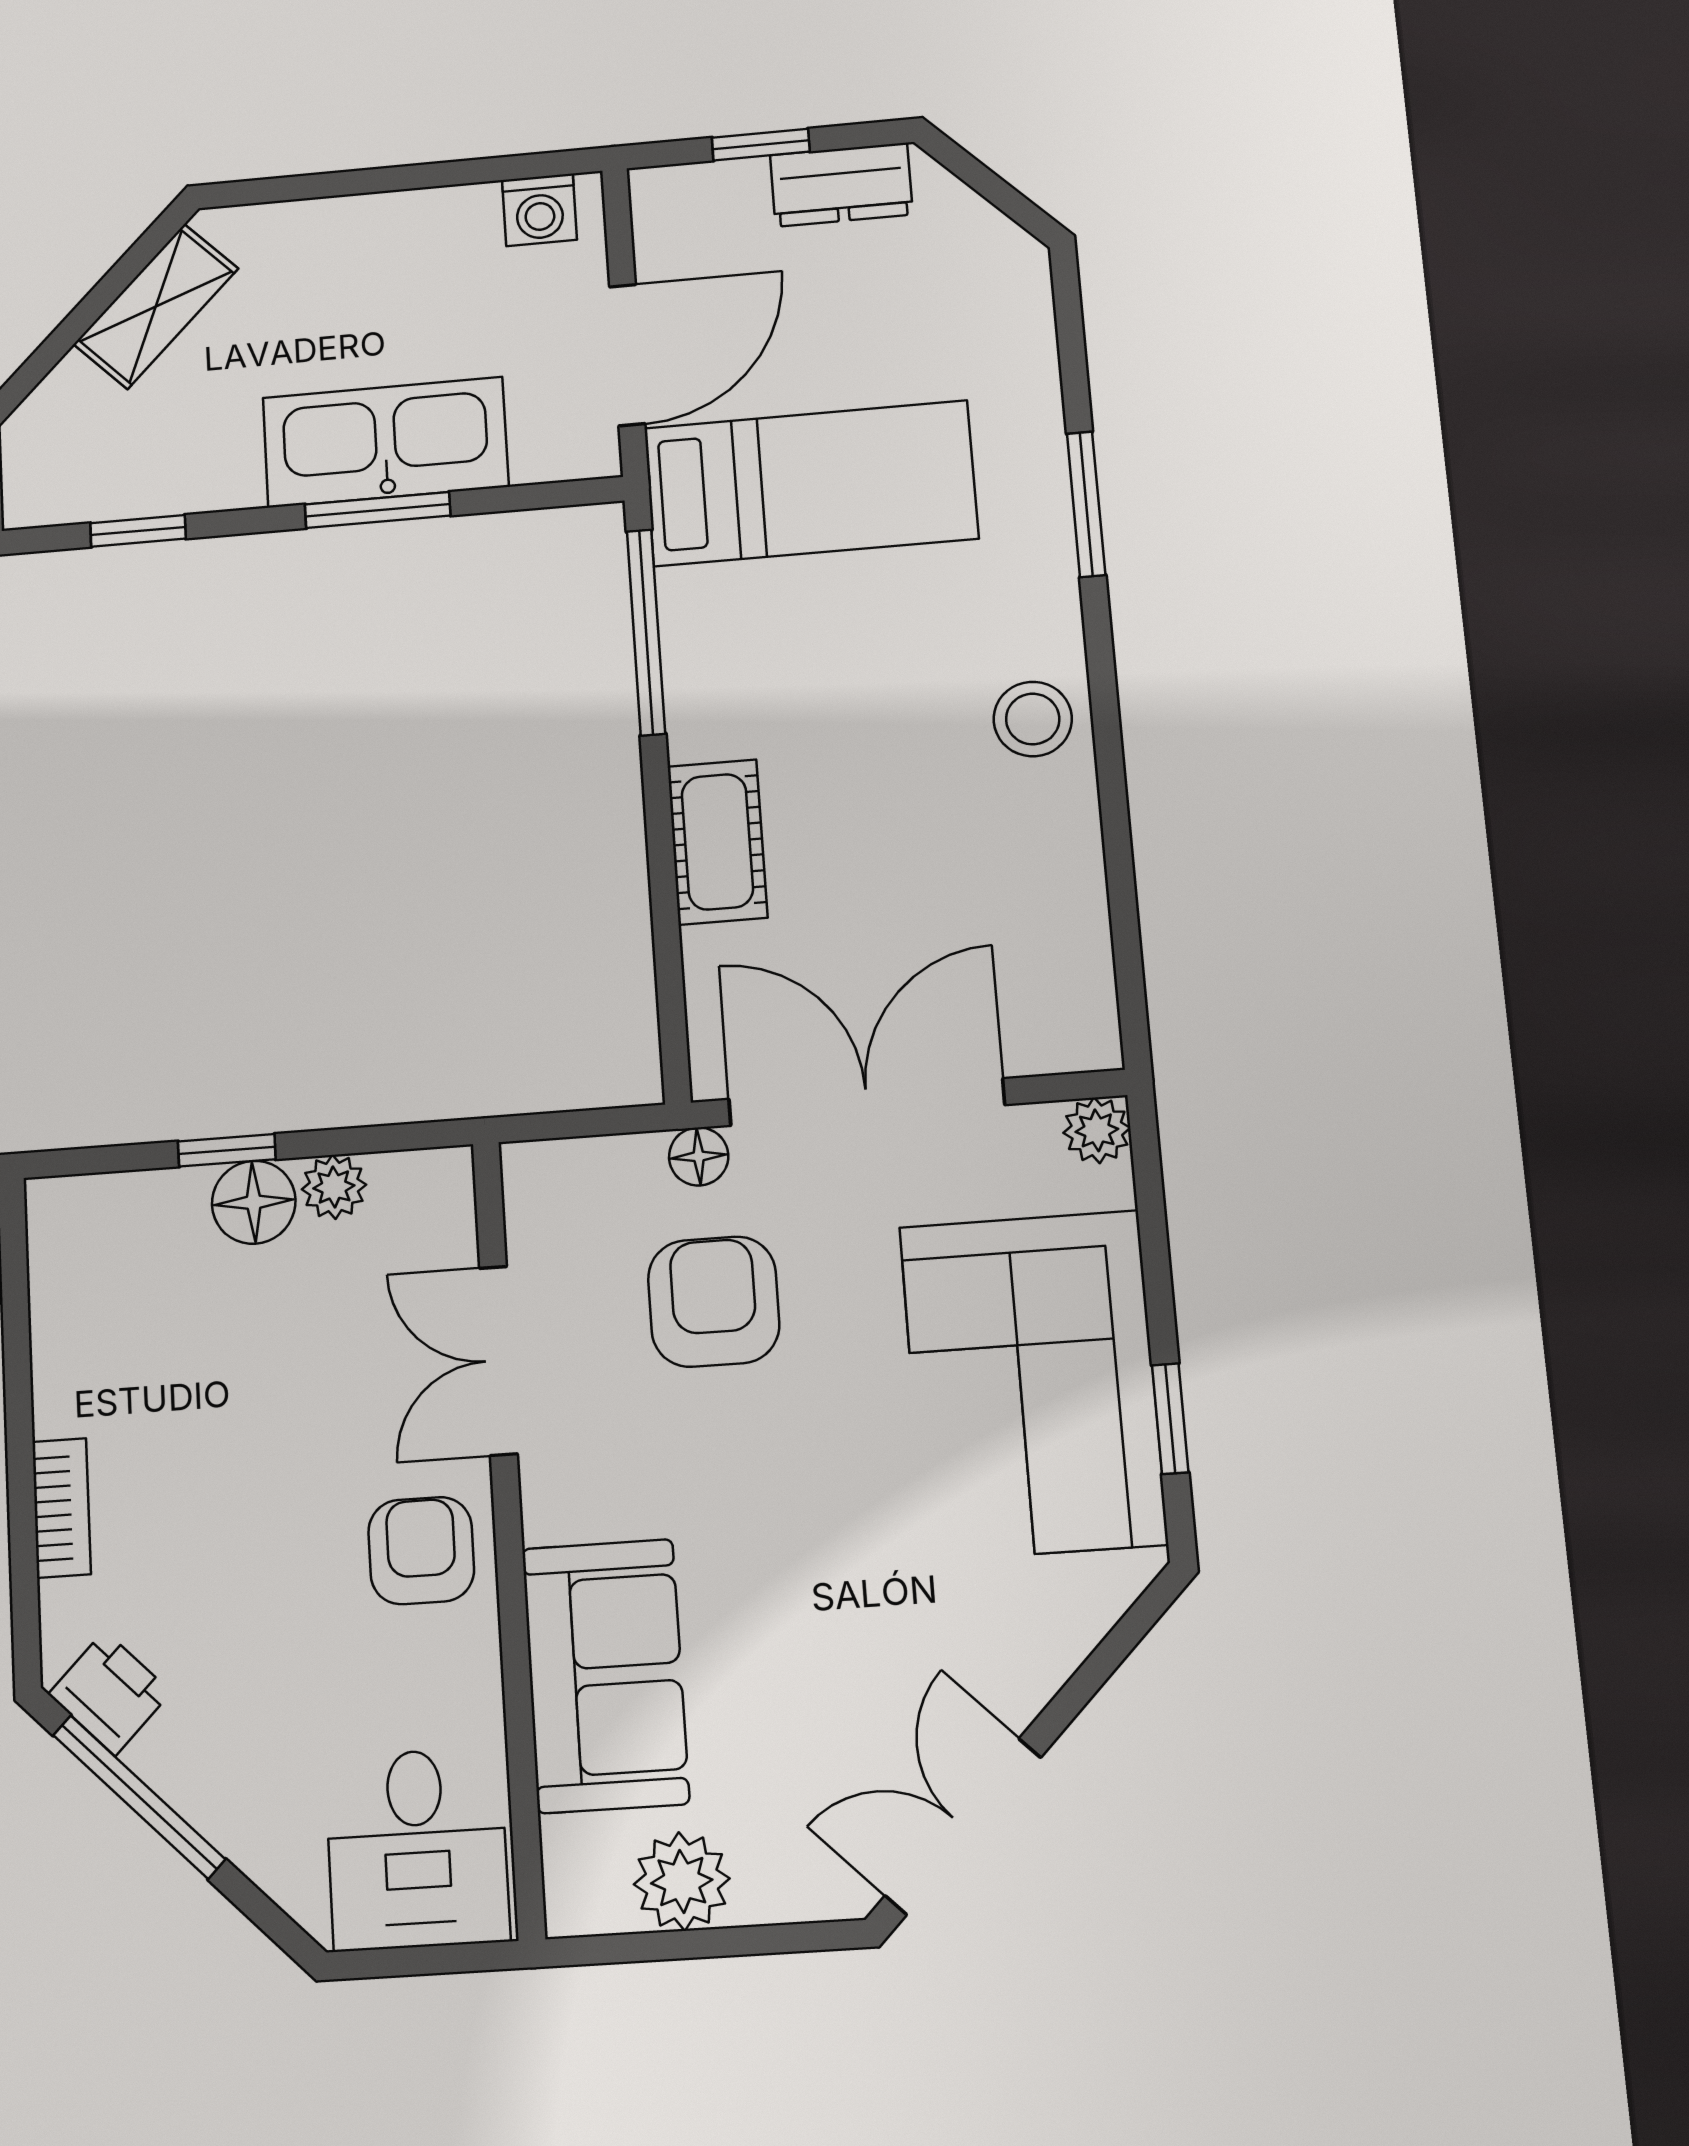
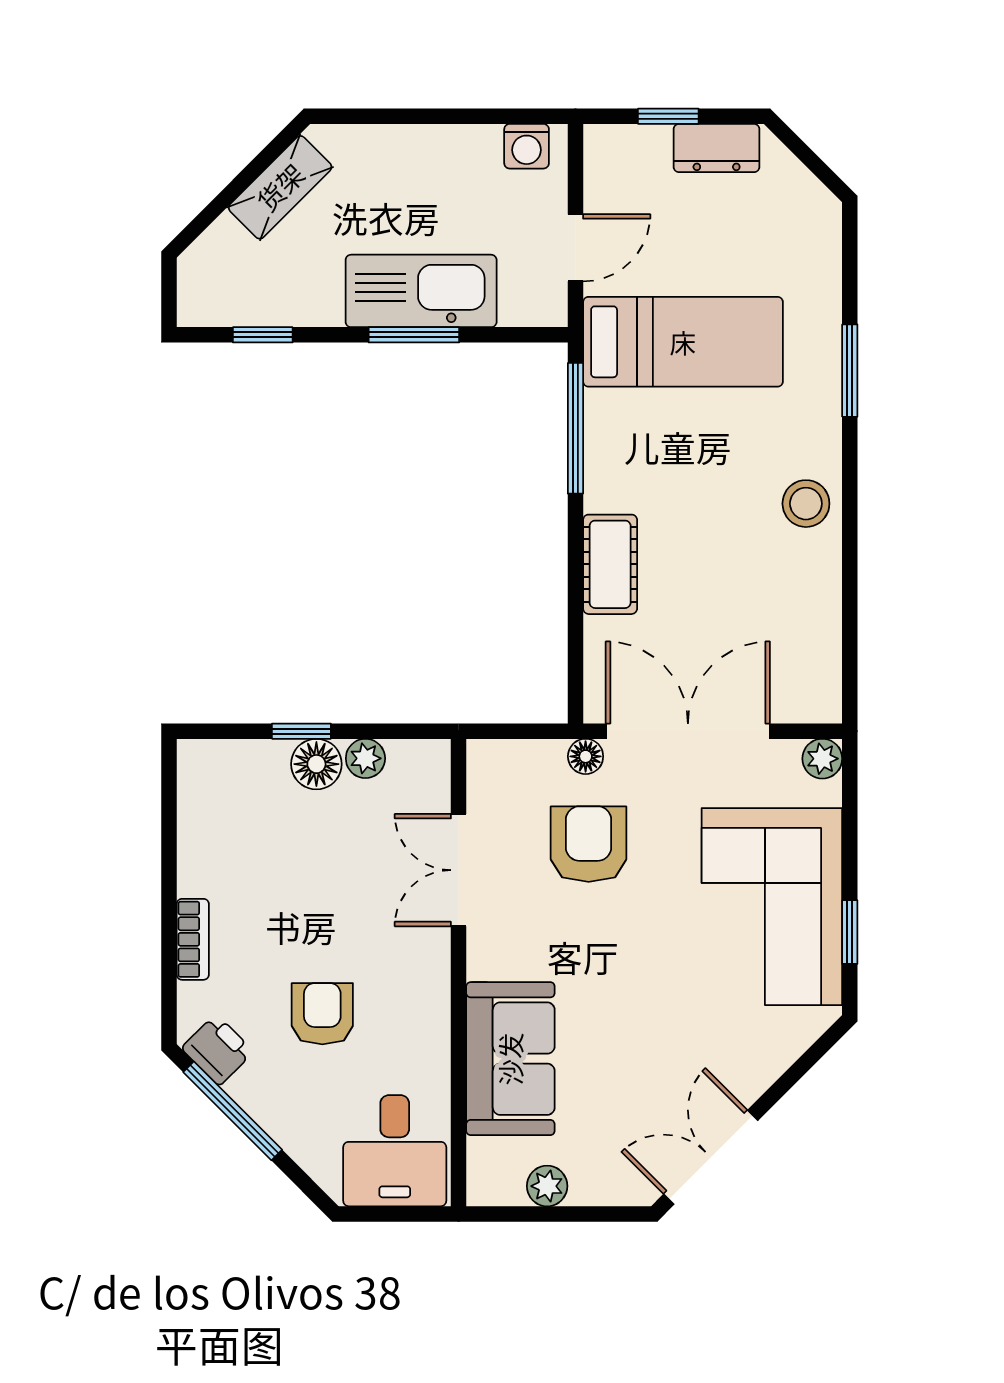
door: (627, 355) -> (575, 248), width x0.73
armchair: (421, 1551) -> (322, 1014), moved
plant: (682, 1881) -> (547, 1186), width x0.73, depth x0.73

